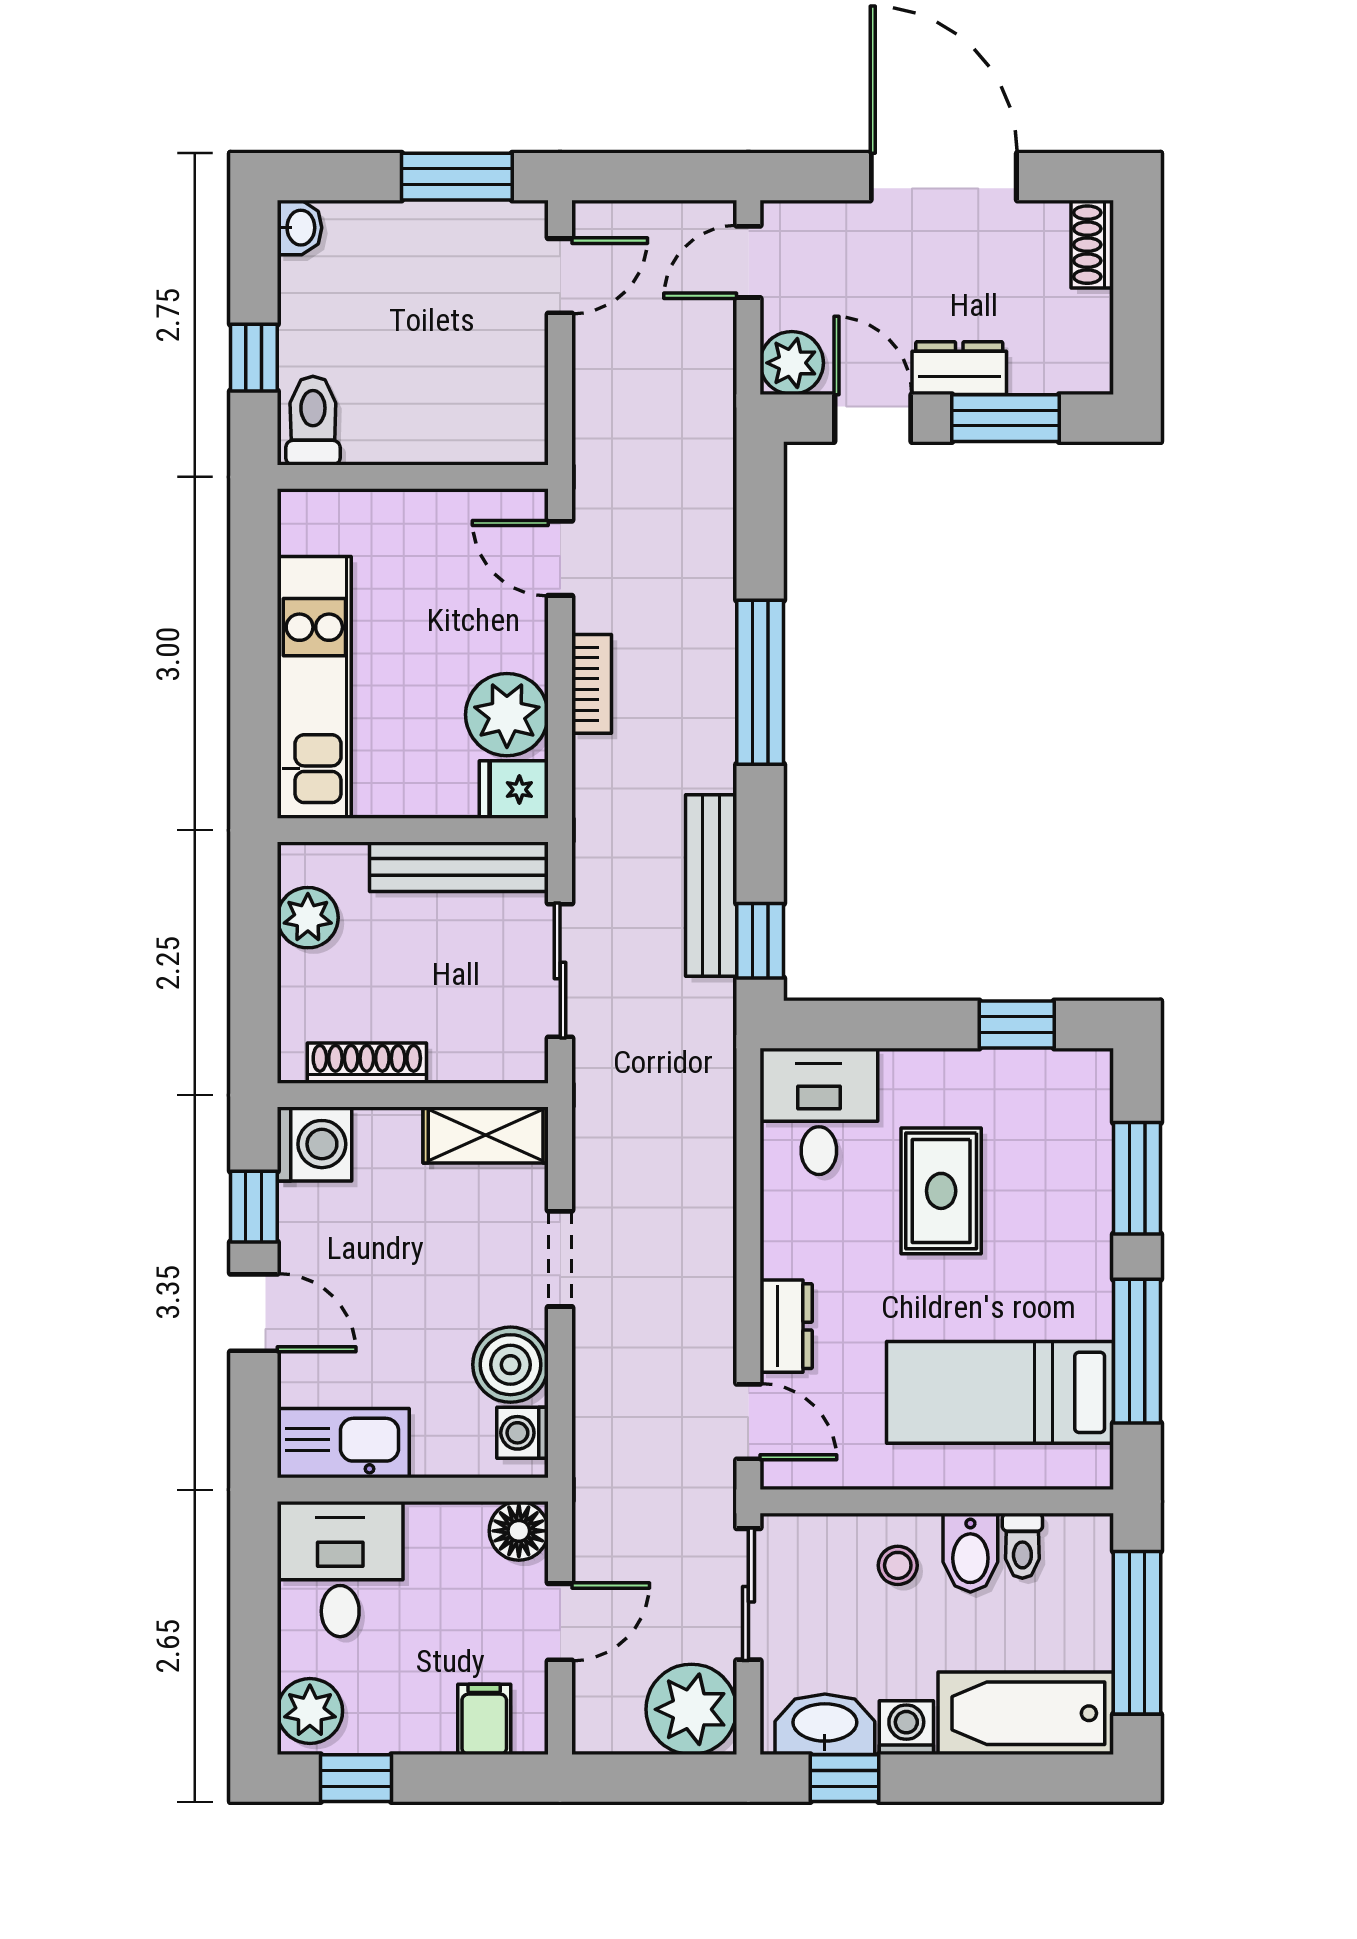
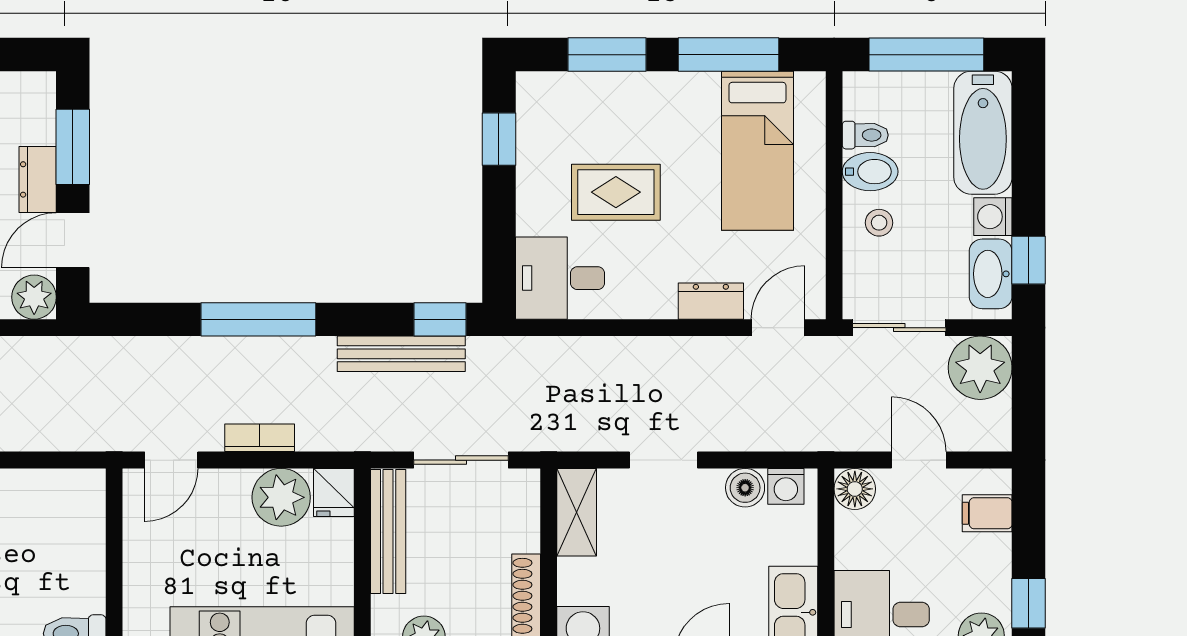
boiler: (511, 1365) -> (745, 488), width x0.73, depth x0.73

